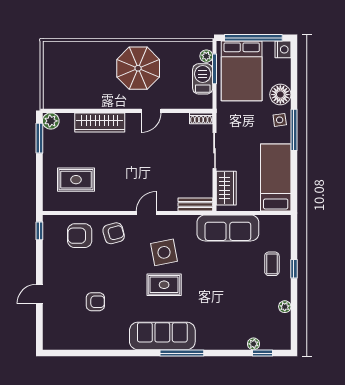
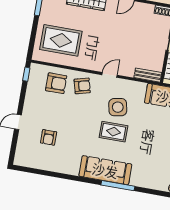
rug: (76, 180) -> (61, 40), width x1.36, depth x1.43
armchair: (80, 236) -> (56, 83), turned 180
armchair: (95, 302) -> (49, 137), moved, turned 90

